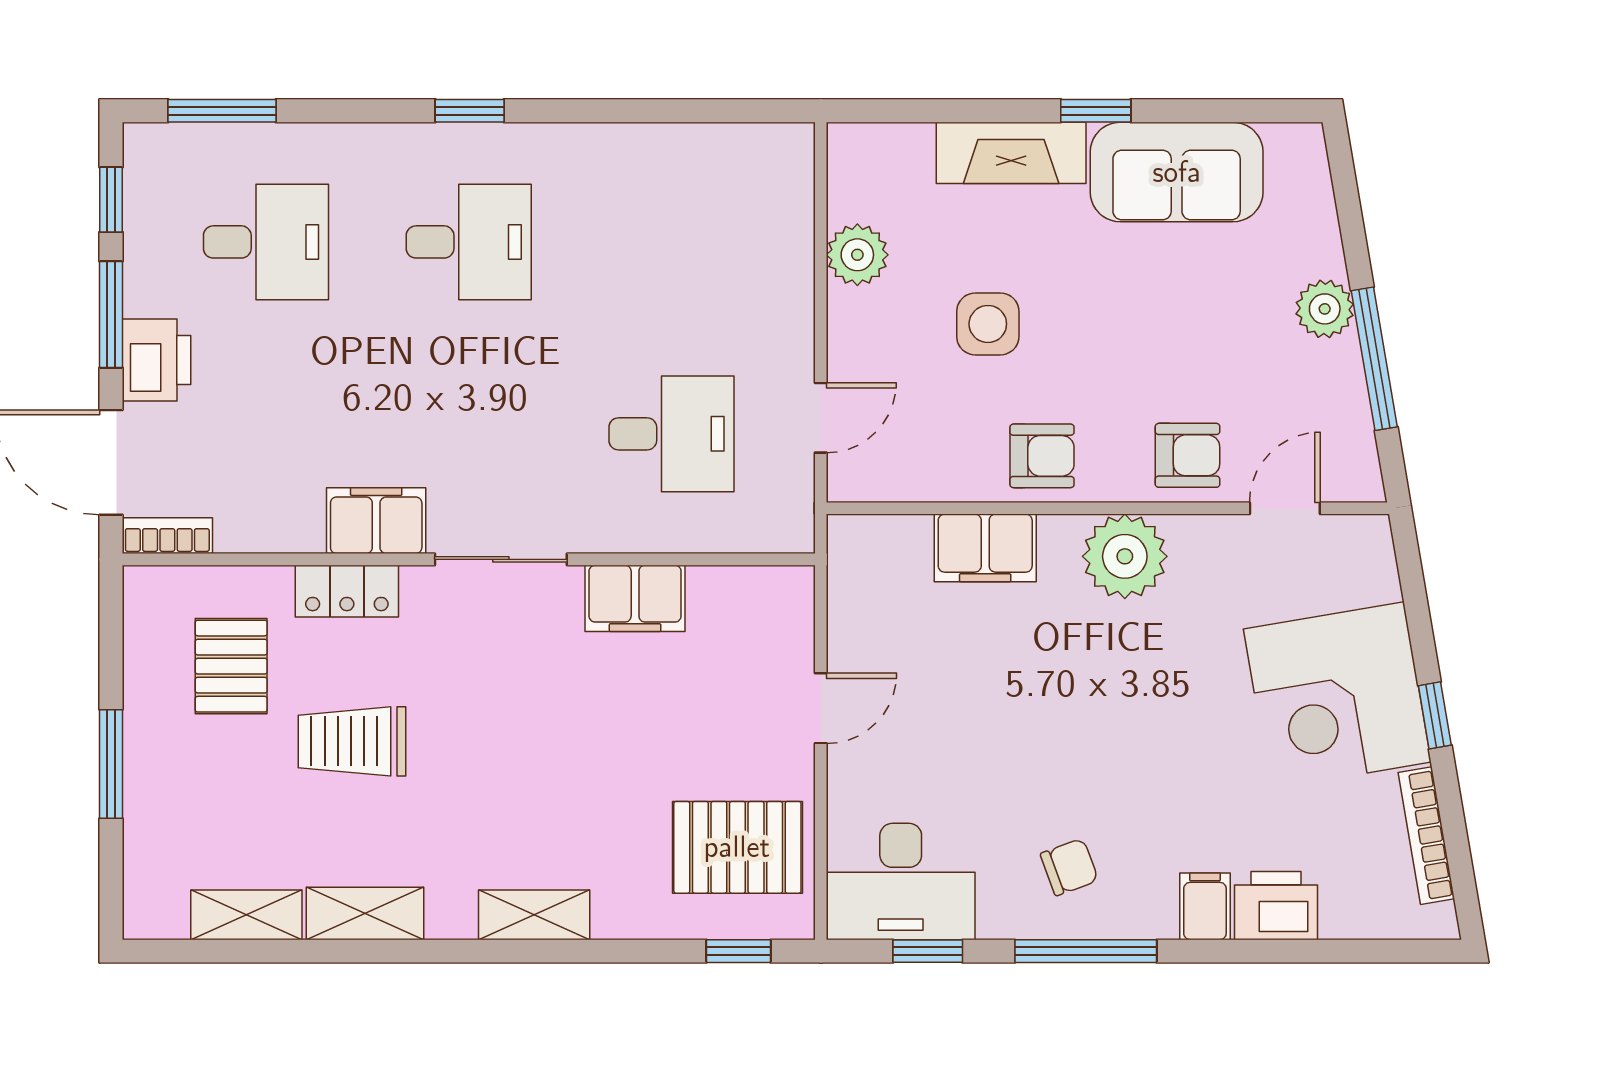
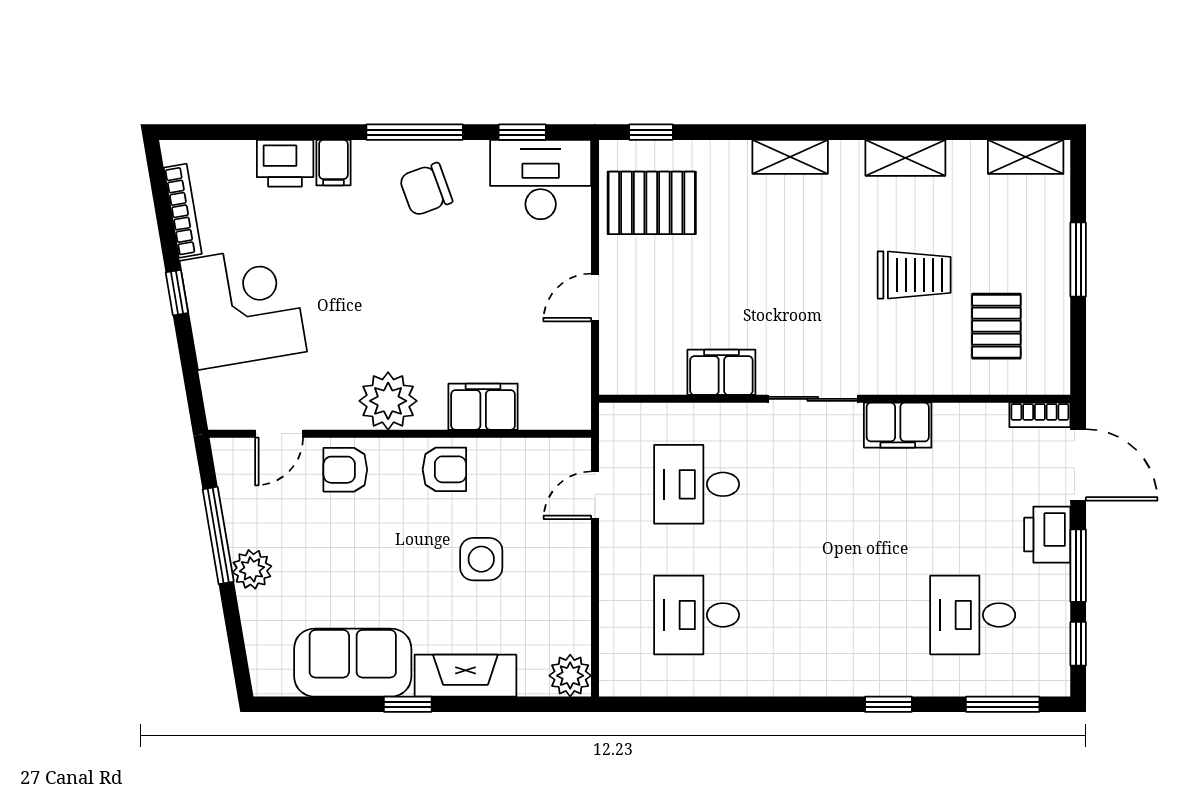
window: (470, 111) -> (888, 704), moved
desk: (469, 242) -> (697, 615), moved
plant: (857, 255) -> (570, 676), moved
armchair: (1042, 456) -> (444, 469), turned 180
locker: (347, 591) -> (918, 377), removed
chair: (1069, 867) -> (426, 189), width x1.37, depth x1.37
shelving: (246, 915) -> (1026, 157), moved

